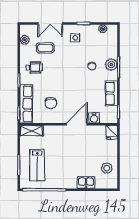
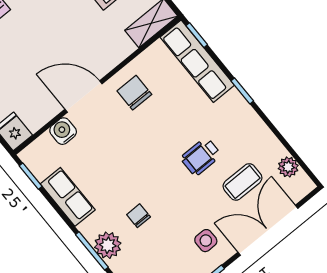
double door: (50, 23) -> (268, 230), width x1.37
wheelchair: (34, 68) -> (201, 157), moved
chair: (51, 103) -> (134, 93), moved
door: (77, 124) -> (83, 97), swing flipped

